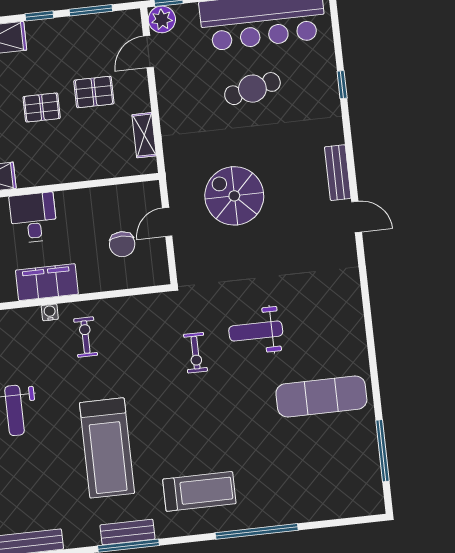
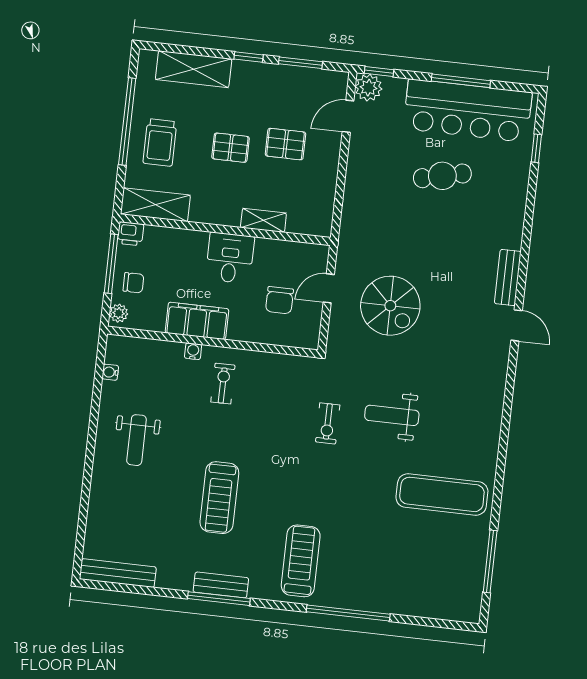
window: (342, 85) -> (536, 148), moved
shelving: (144, 135) -> (263, 220), moved, turned 90
spiral stairs: (234, 196) -> (390, 306), moved, turned 180
desk: (33, 218) -> (230, 258), moved
treadmill: (107, 448) -> (219, 498), width x0.73, depth x0.73
treadmill: (199, 491) -> (301, 561), turned -90

